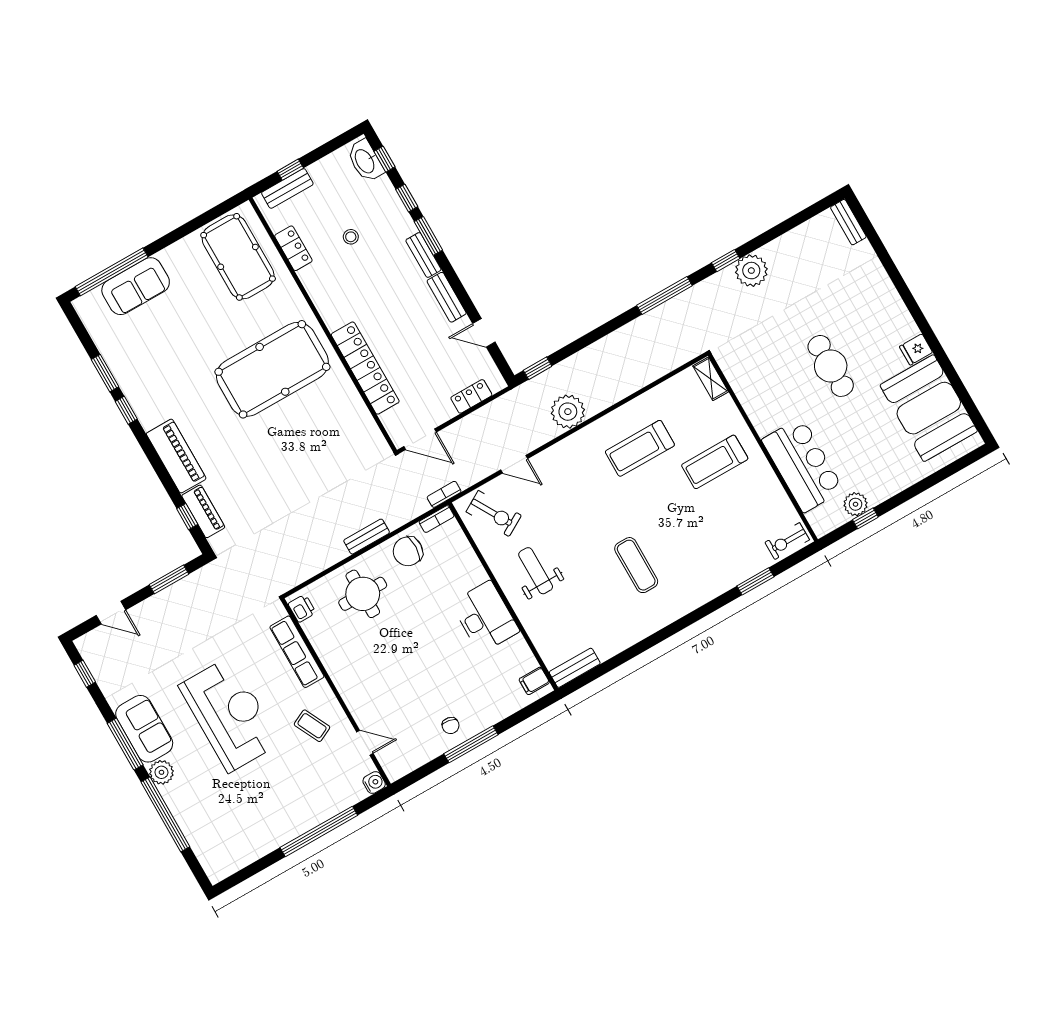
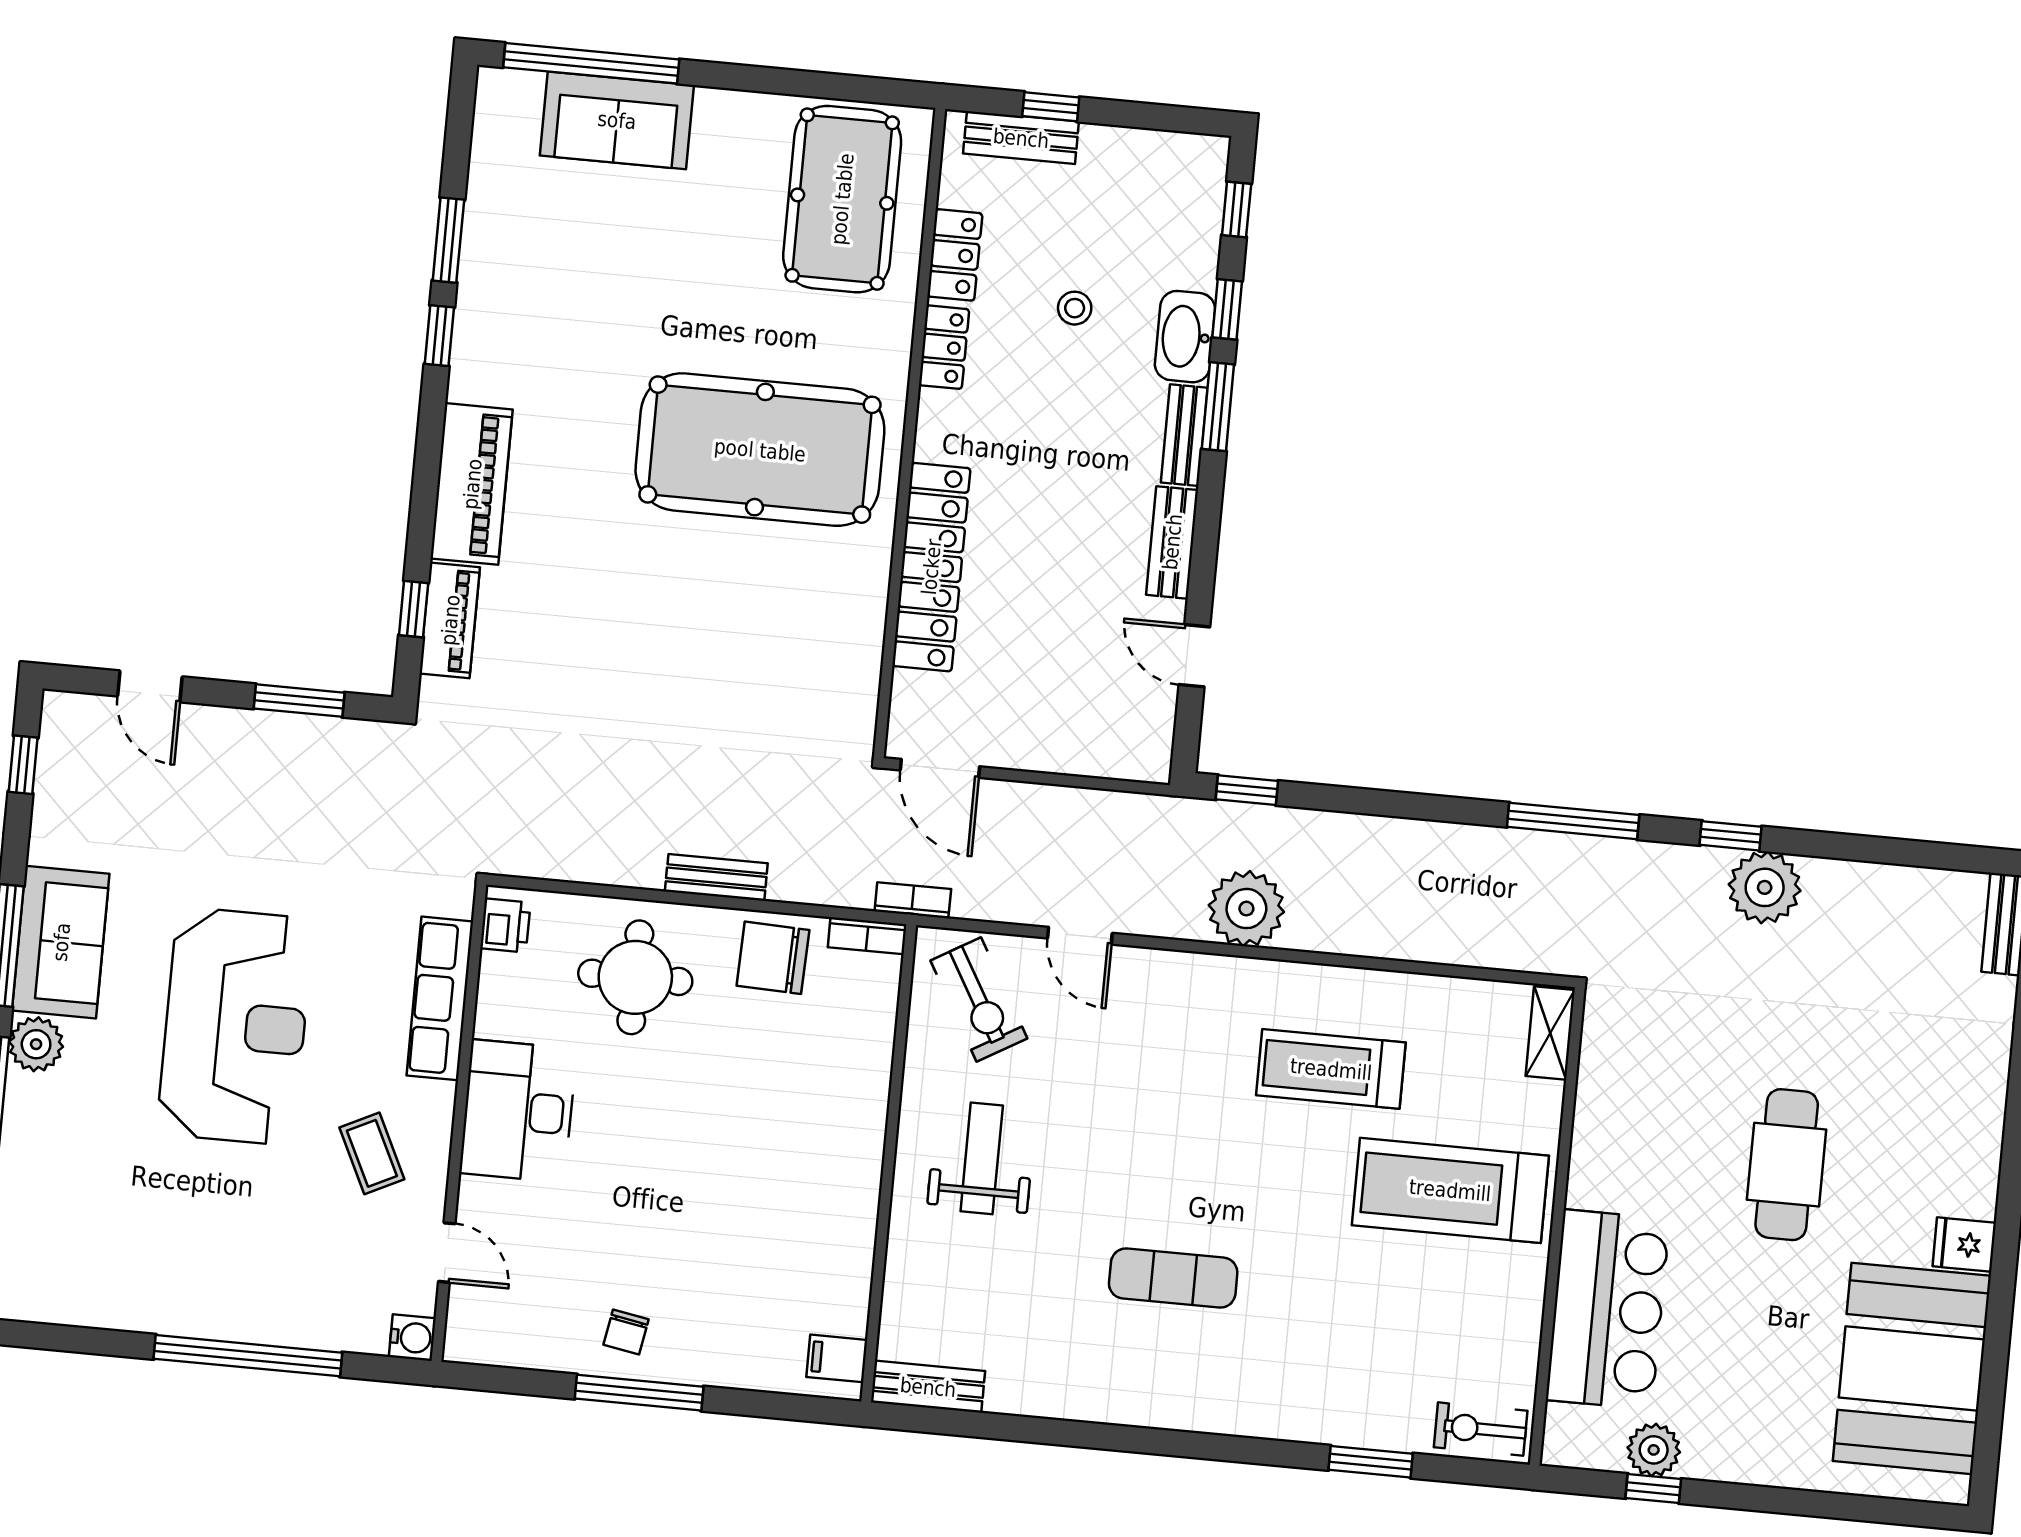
washbasin: (365, 161) -> (1185, 337), moved
locker: (471, 396) -> (944, 347), moved, turned 90
treadmill: (715, 462) -> (1450, 1190), width x1.37, depth x1.38
exercise mat: (636, 565) -> (1173, 1278), turned 90
desk: (485, 617) -> (518, 1111), moved, turned 180

